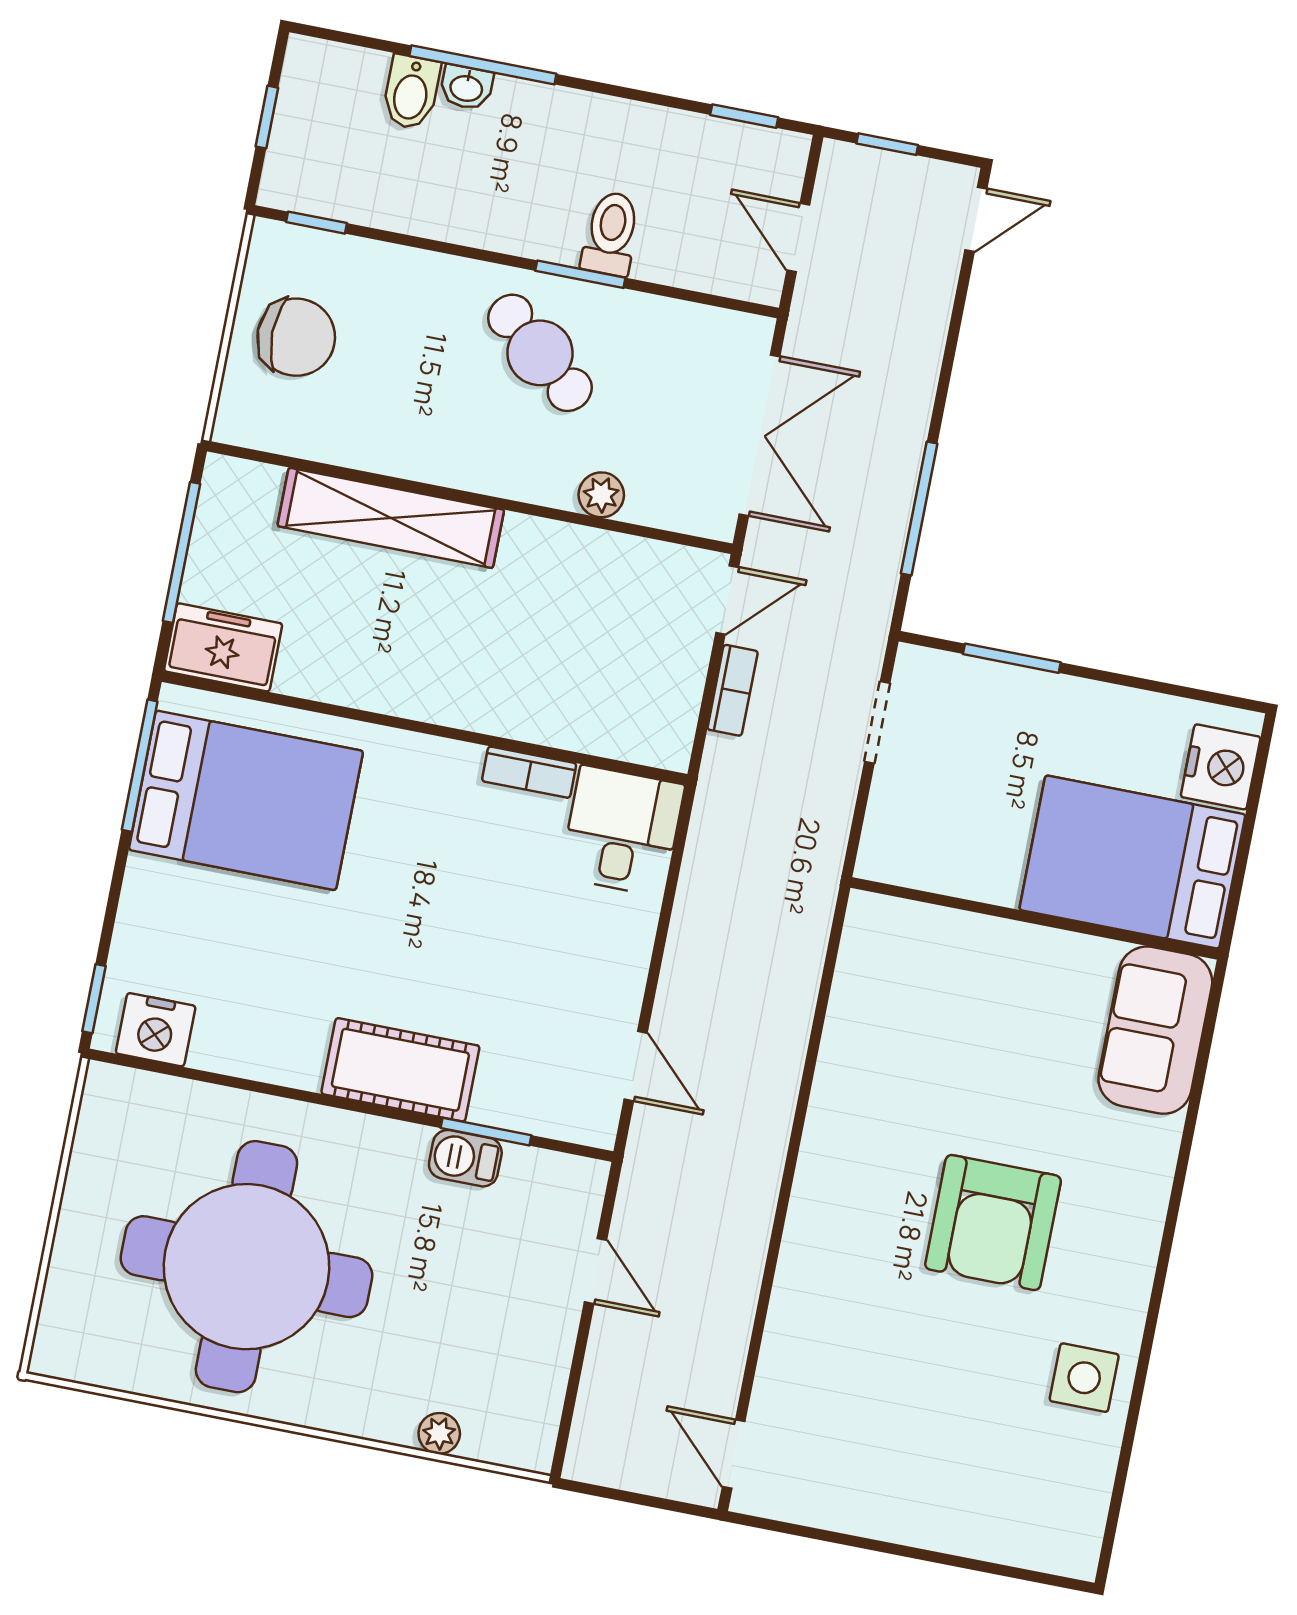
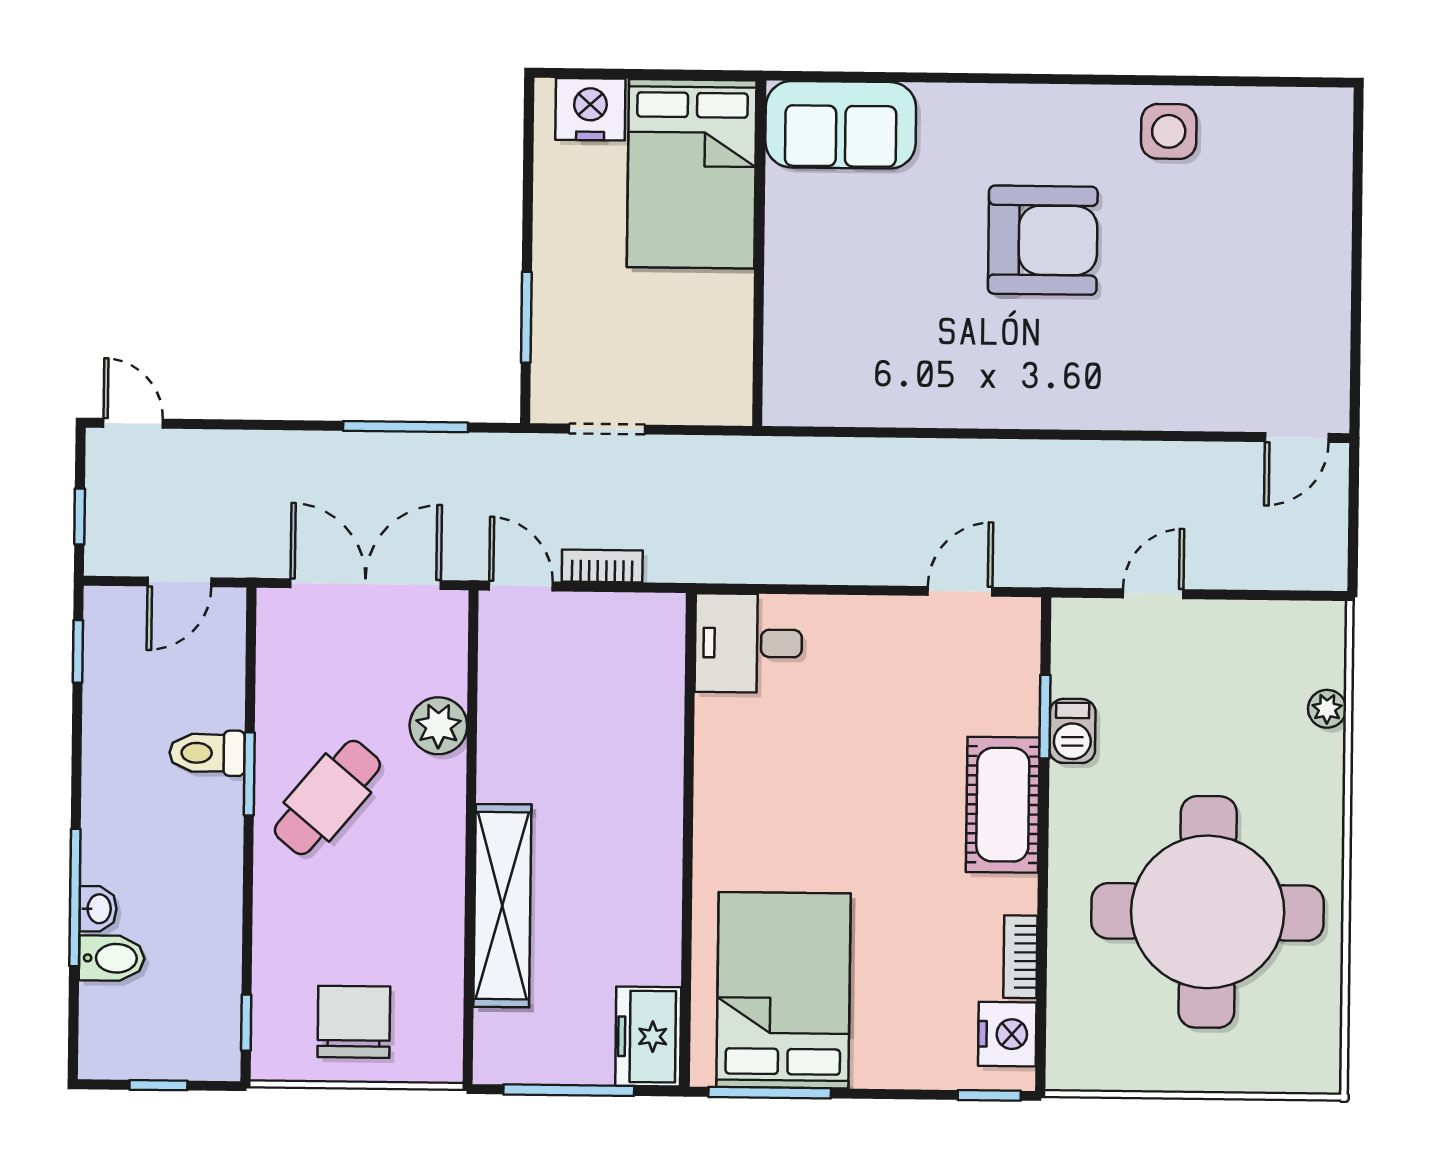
plant: (601, 495) -> (438, 726), width x1.38, depth x1.38
bookcase: (529, 772) -> (1020, 957), moved, turned 180

